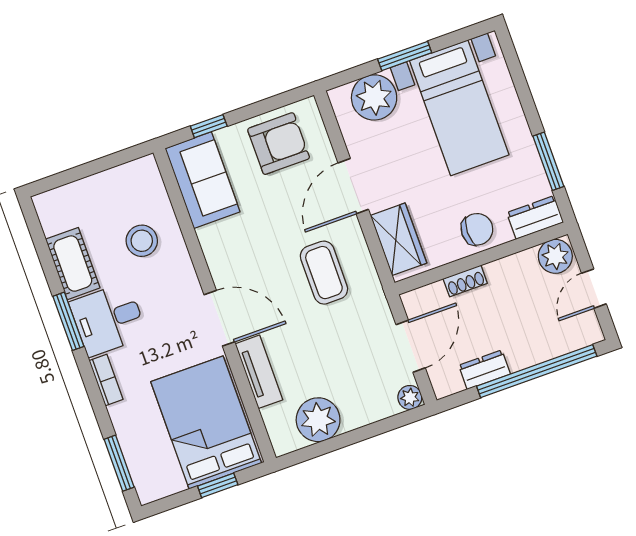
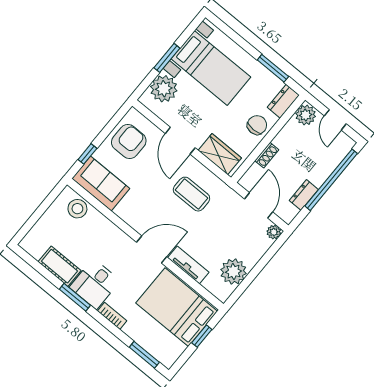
stool: (142, 241) -> (77, 209), moved

